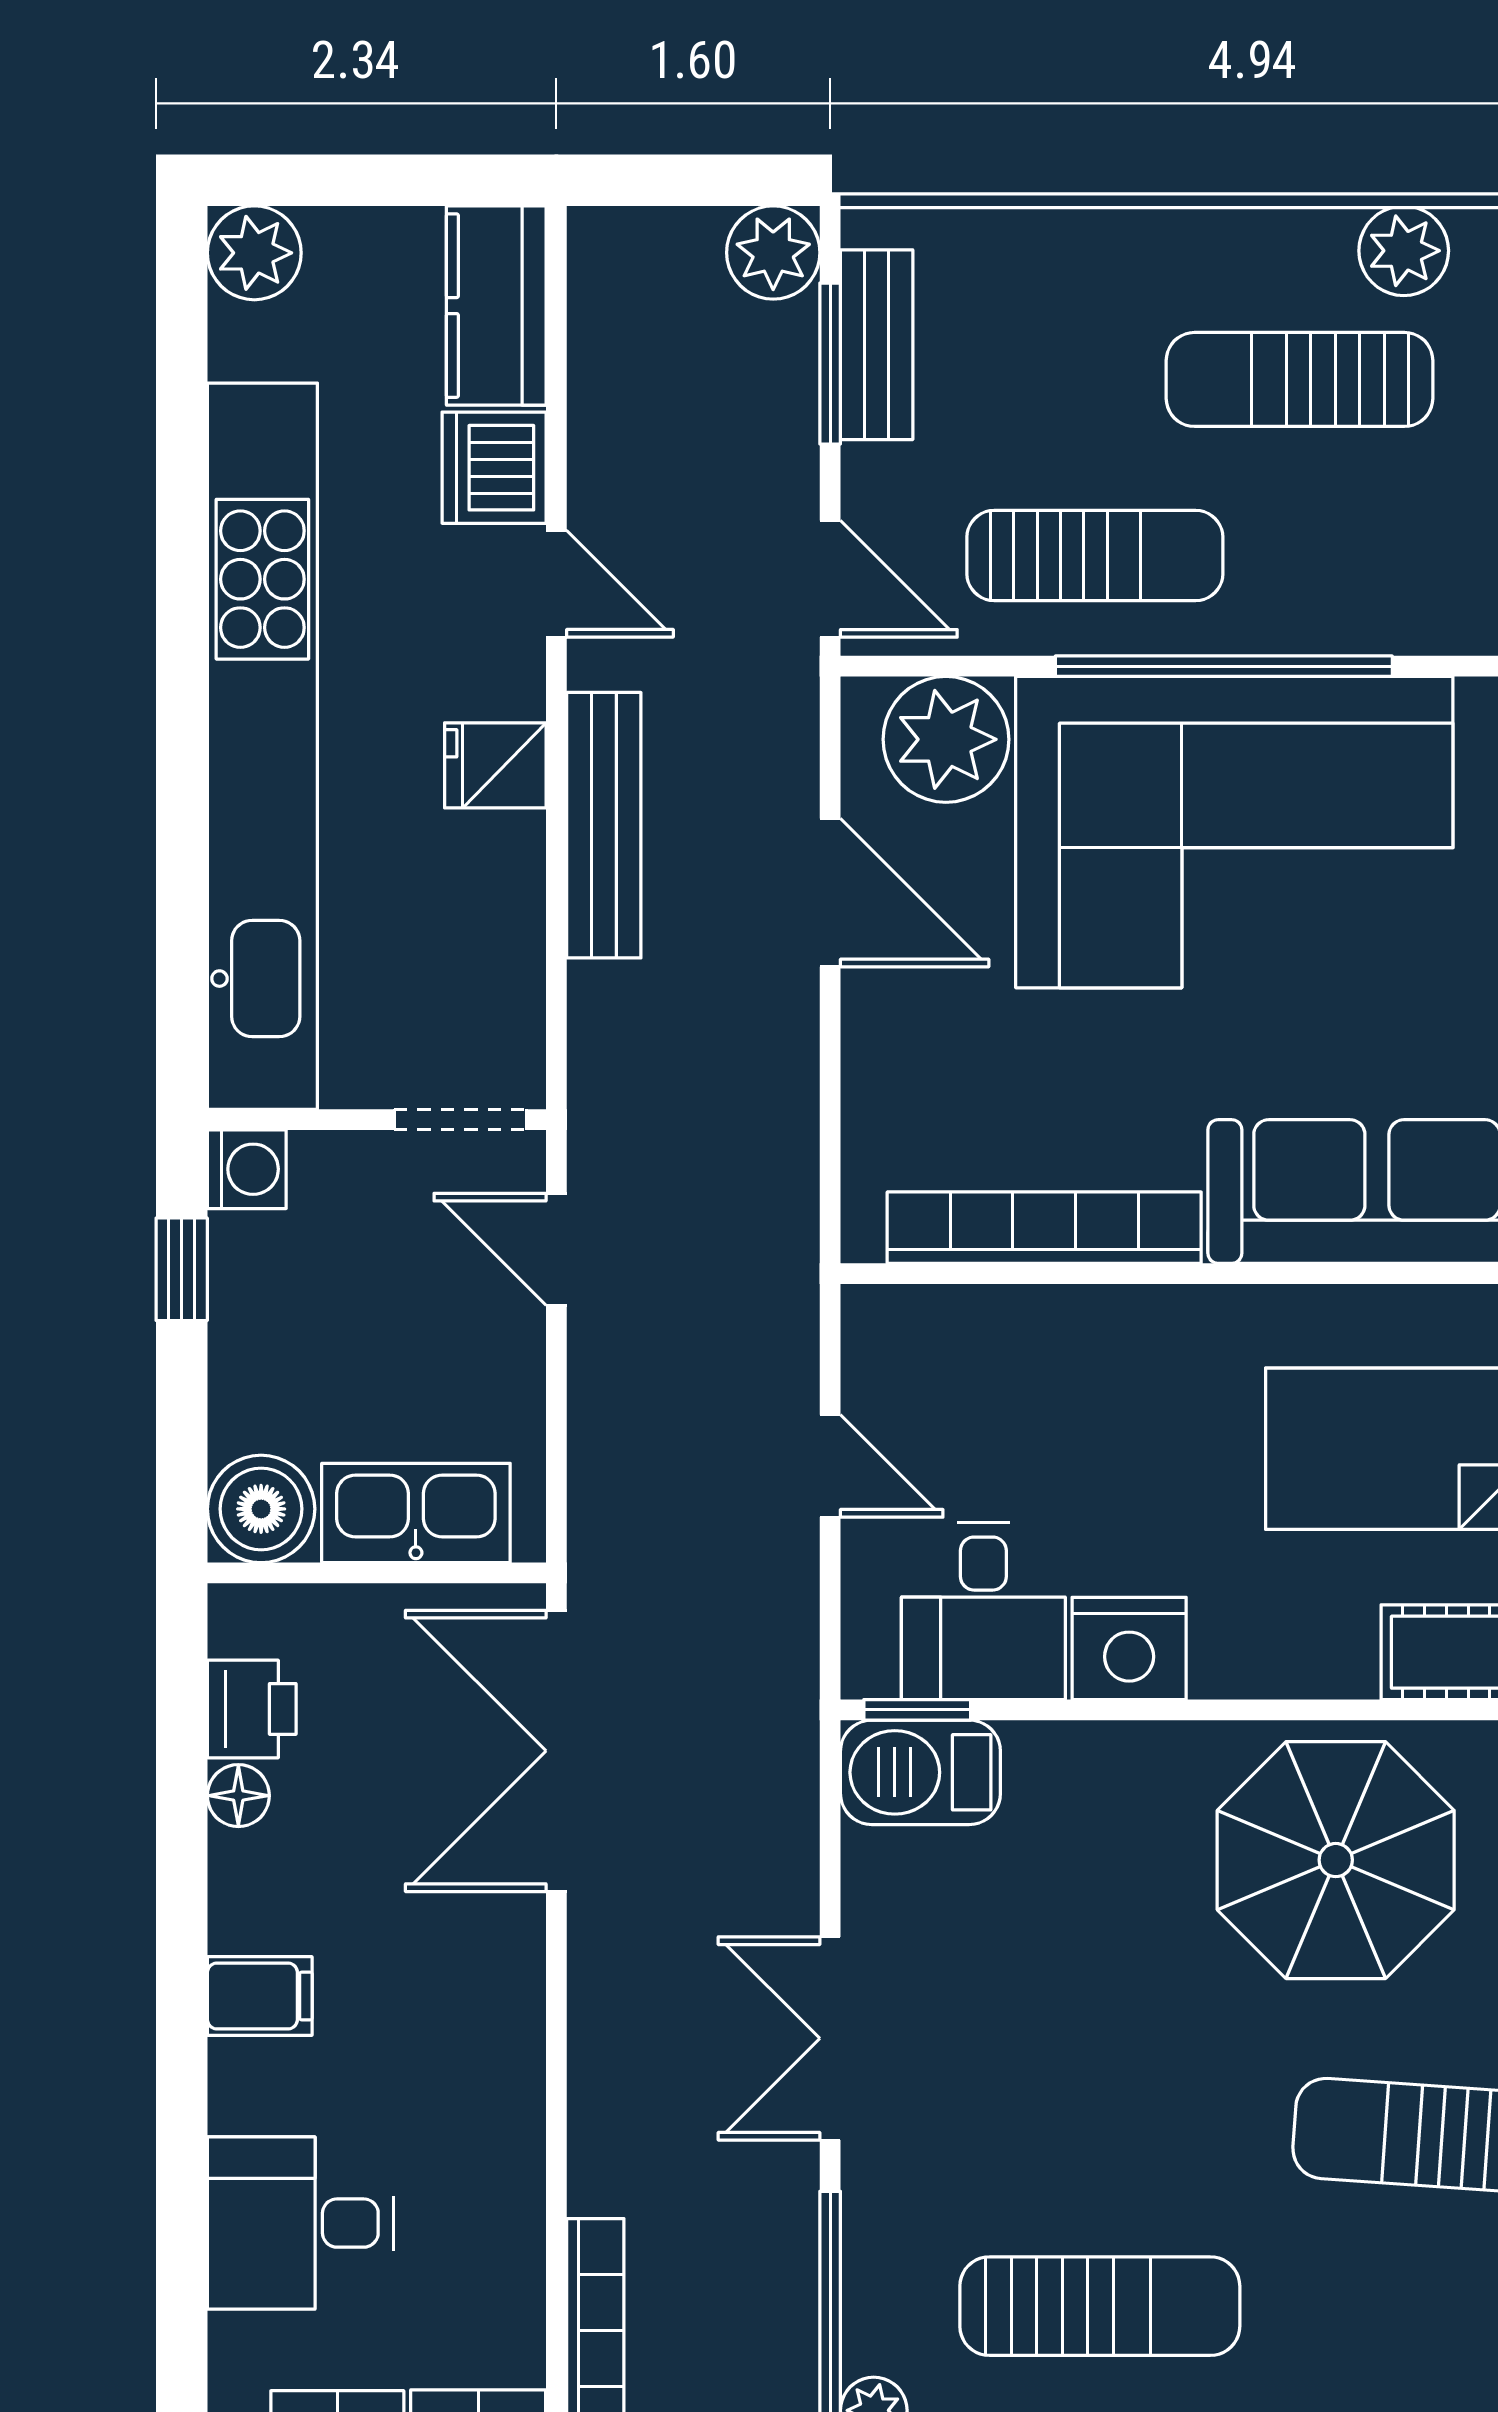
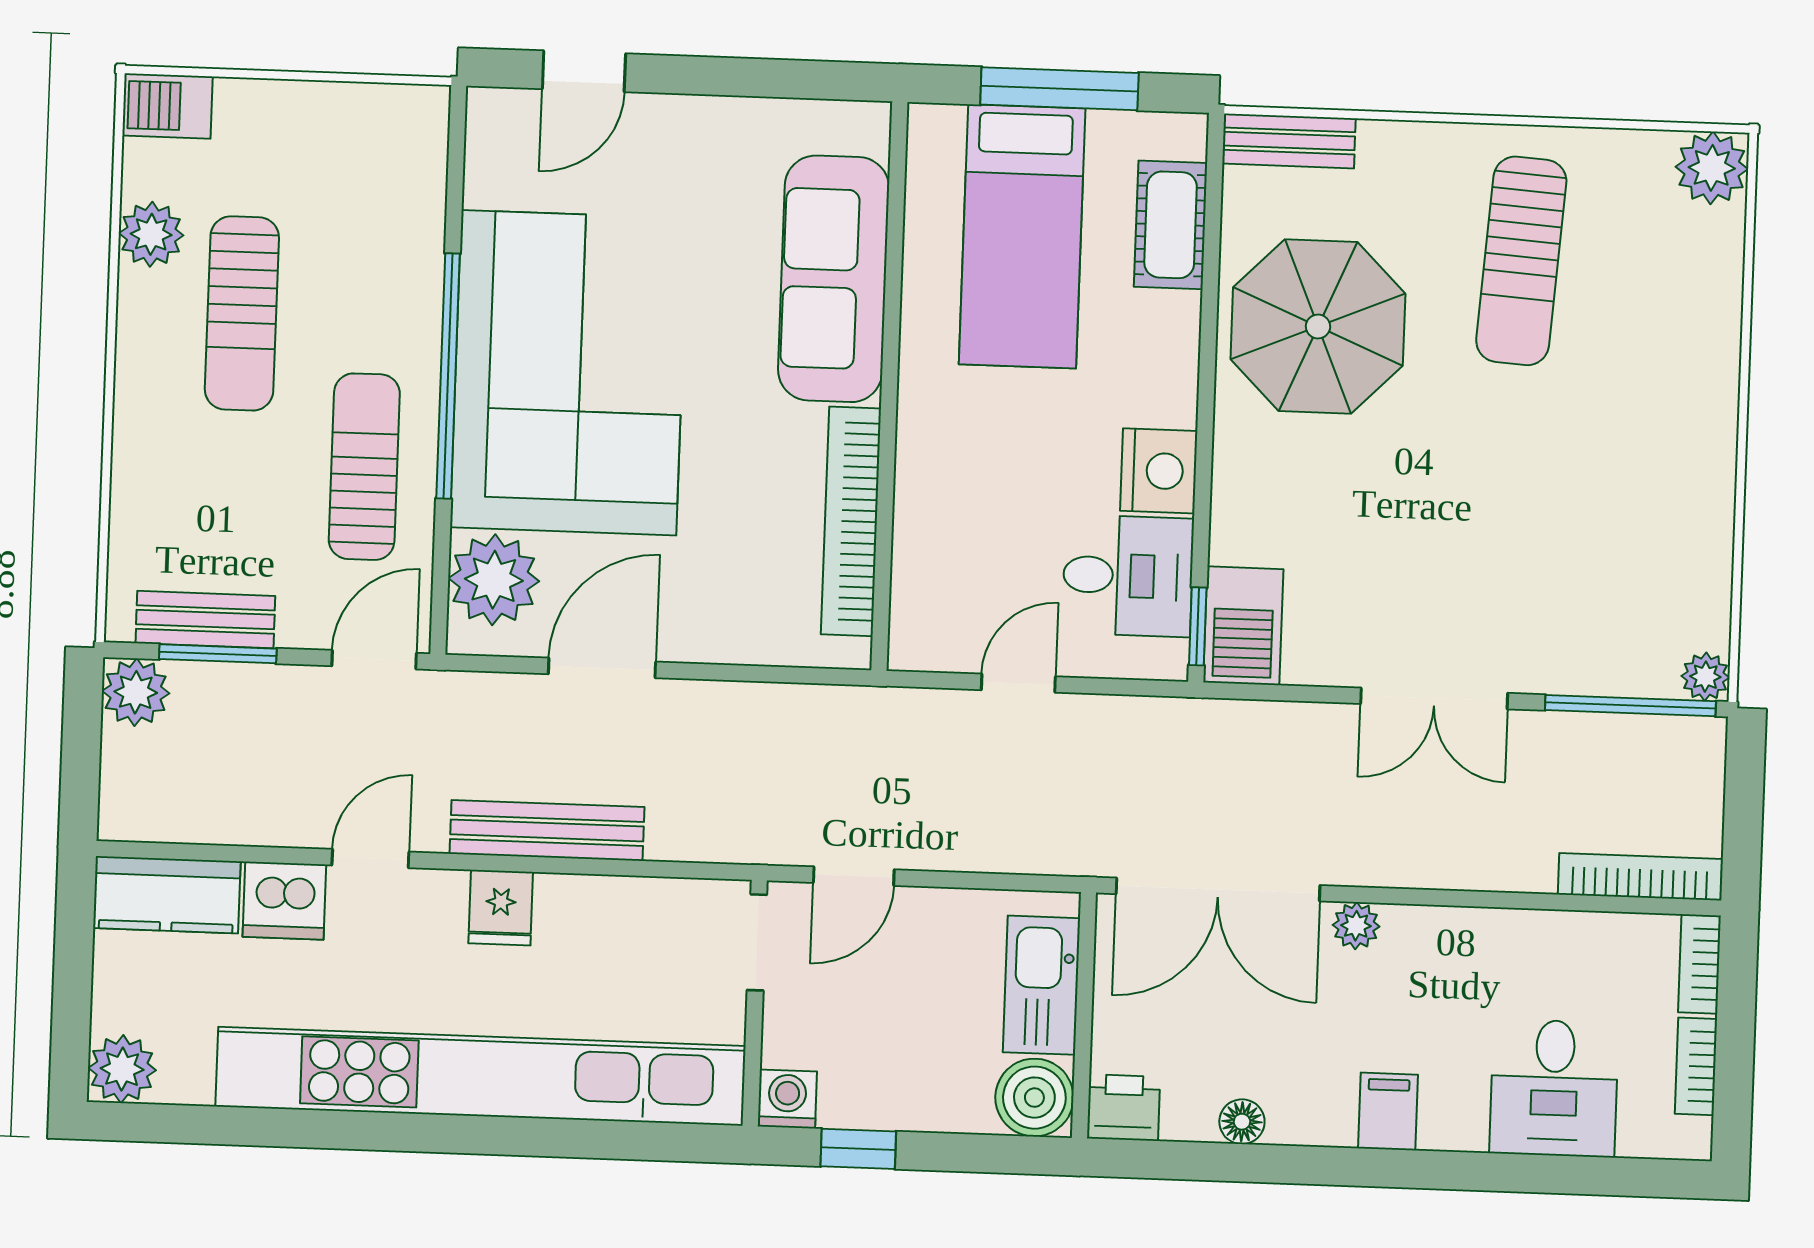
printer: (252, 1709) -> (1124, 1108), moved
plant: (514, 1943) -> (1356, 926), added
sun lounger: (1100, 2306) -> (1636, 510), removed

